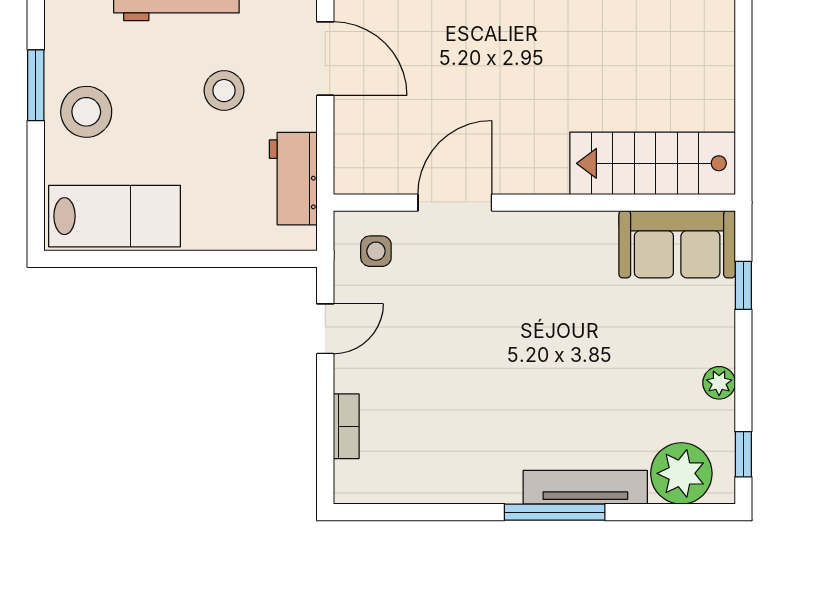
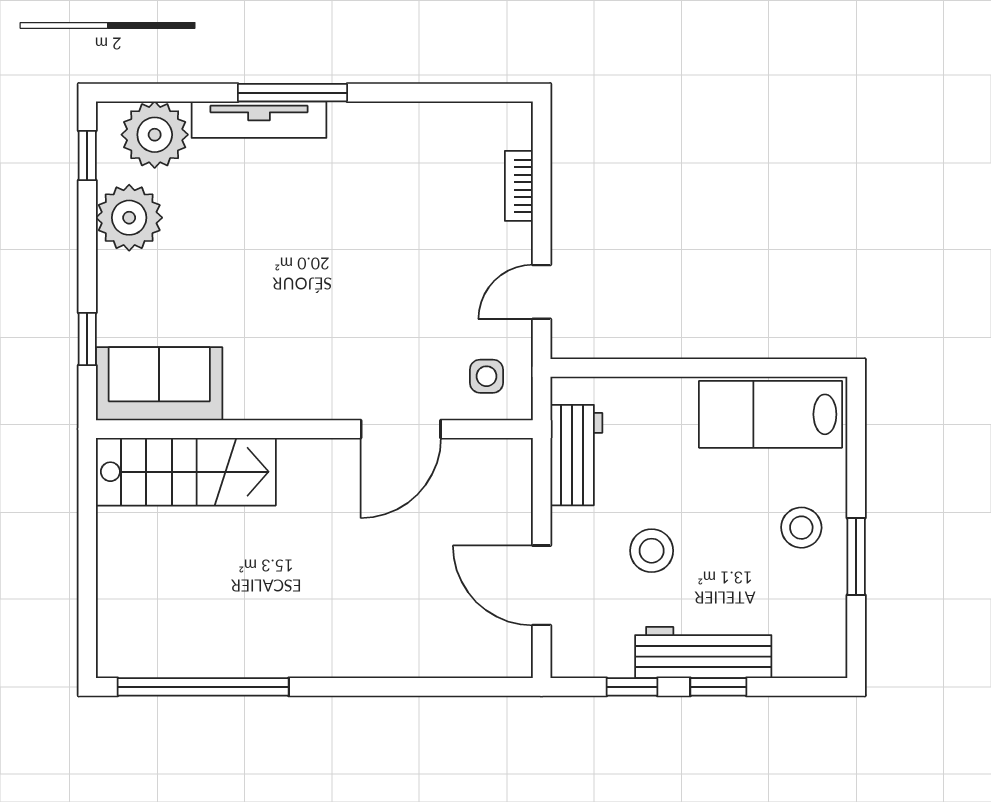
stool: (86, 112) -> (801, 528), width x0.73, depth x0.73
plant: (719, 383) -> (129, 218), width x1.88, depth x1.88

